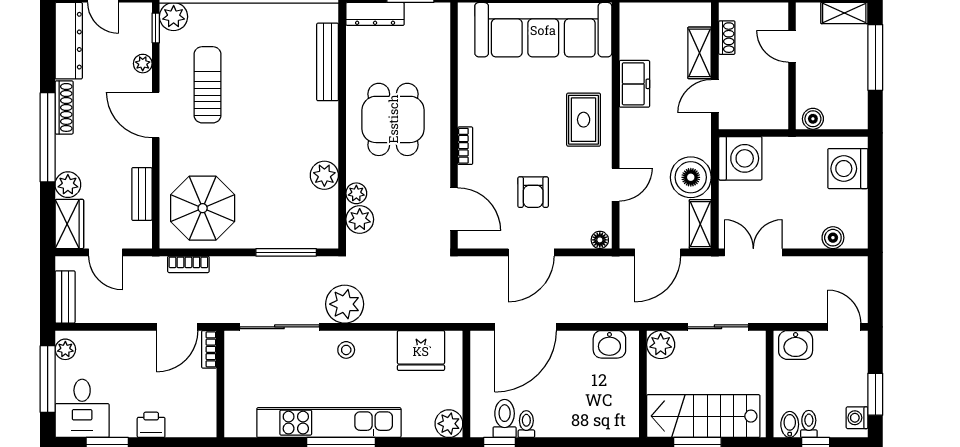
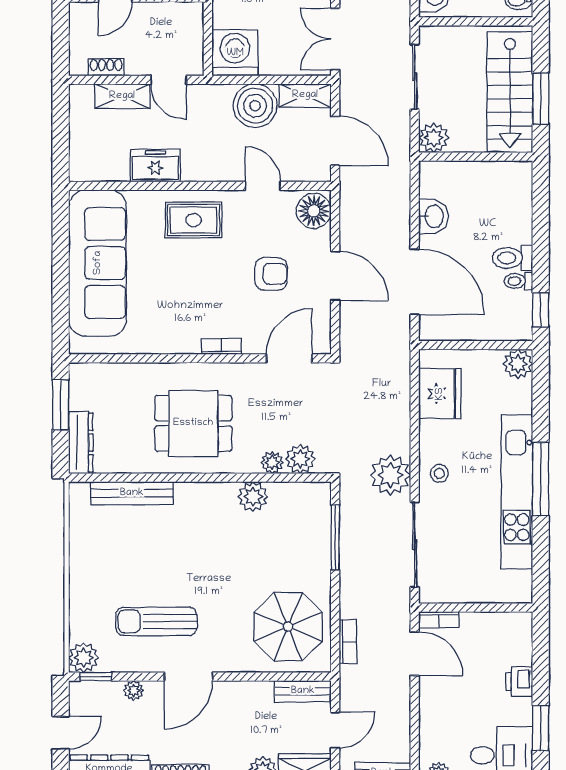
bench: (142, 194) -> (303, 691), moved
floor lamp: (600, 240) -> (314, 211), width x1.89, depth x1.89
washbasin: (609, 344) -> (433, 216), moved
toilet: (505, 418) -> (512, 258), moved

